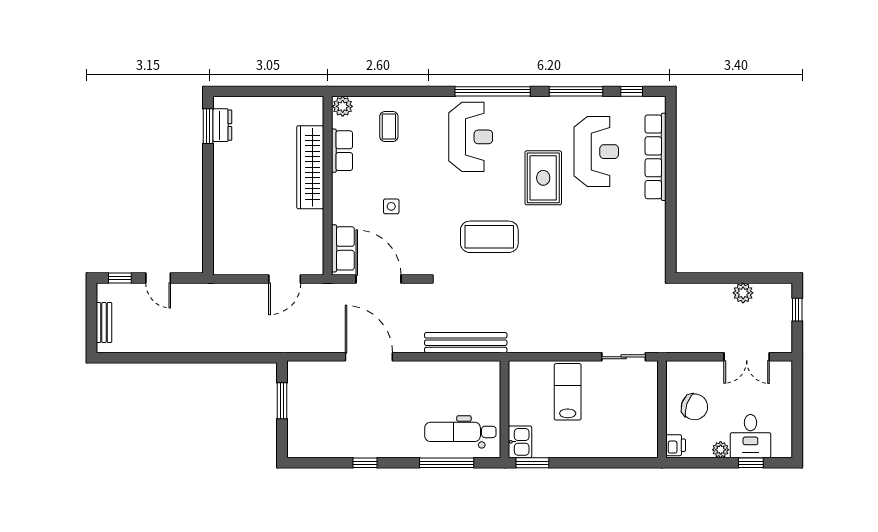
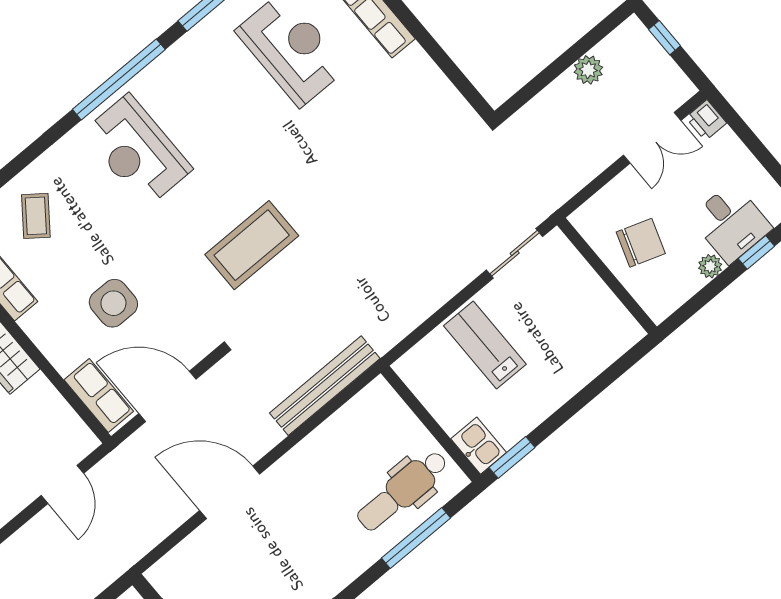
coffee table: (389, 127) -> (36, 216), turned 37
reception desk: (471, 137) -> (137, 151), turned 180
rug: (543, 178) -> (257, 129), removed
side table: (391, 206) -> (113, 303), width x1.87, depth x1.87
printer: (676, 445) -> (706, 120), moved, turned 180

